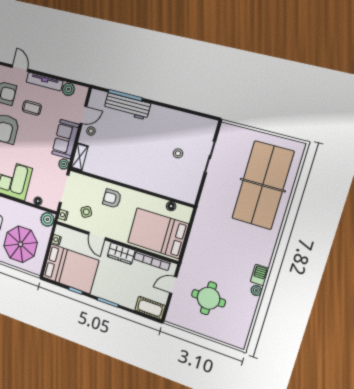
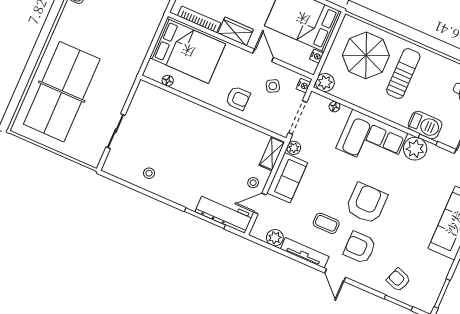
workbench: (127, 106) -> (224, 213), moved
stool: (178, 153) -> (149, 173), moved

